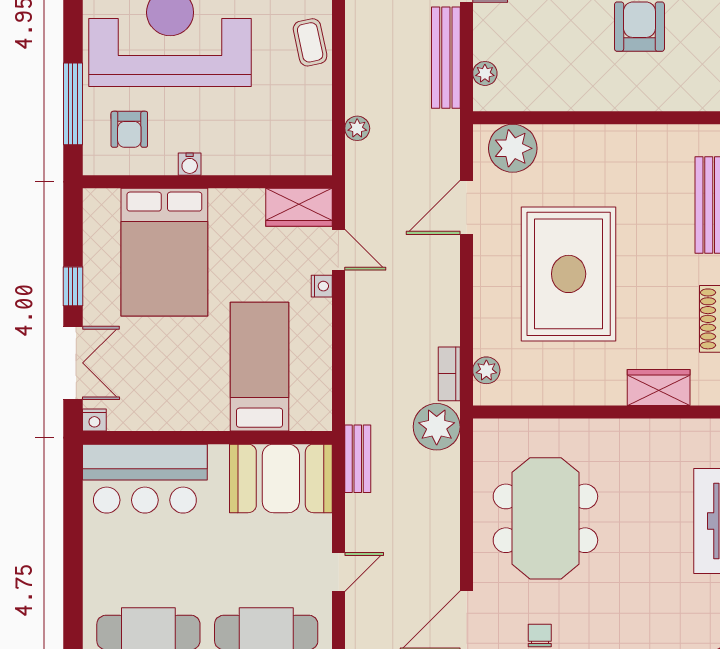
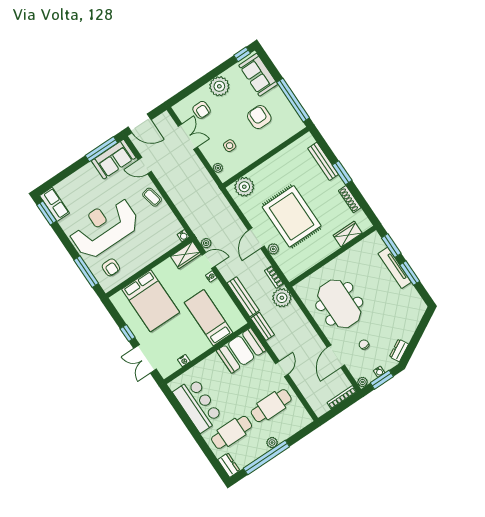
side table: (539, 44) -> (230, 146), added
bench: (446, 58) -> (243, 297), moved
plant: (357, 128) -> (206, 243), moved
water cooler: (190, 164) -> (183, 236), moved
door: (466, 207) -> (256, 238), moved
double door: (73, 363) -> (145, 359), swing flipped
plant: (486, 370) -> (273, 249), moved
nightstand: (94, 420) -> (184, 361), moved
bar counter: (145, 479) -> (198, 405), moved, turned -90

